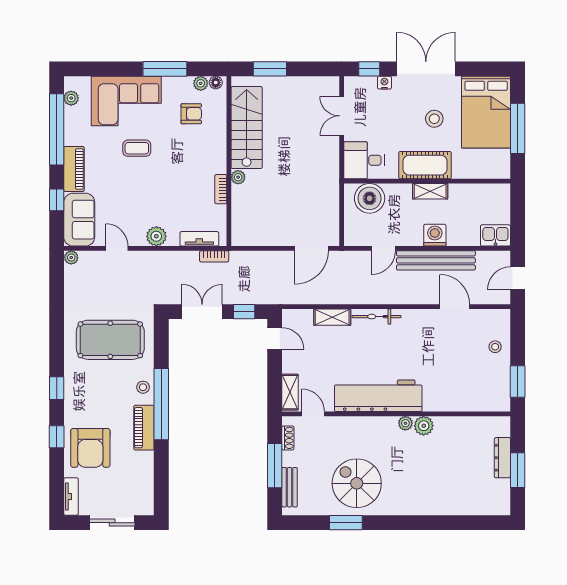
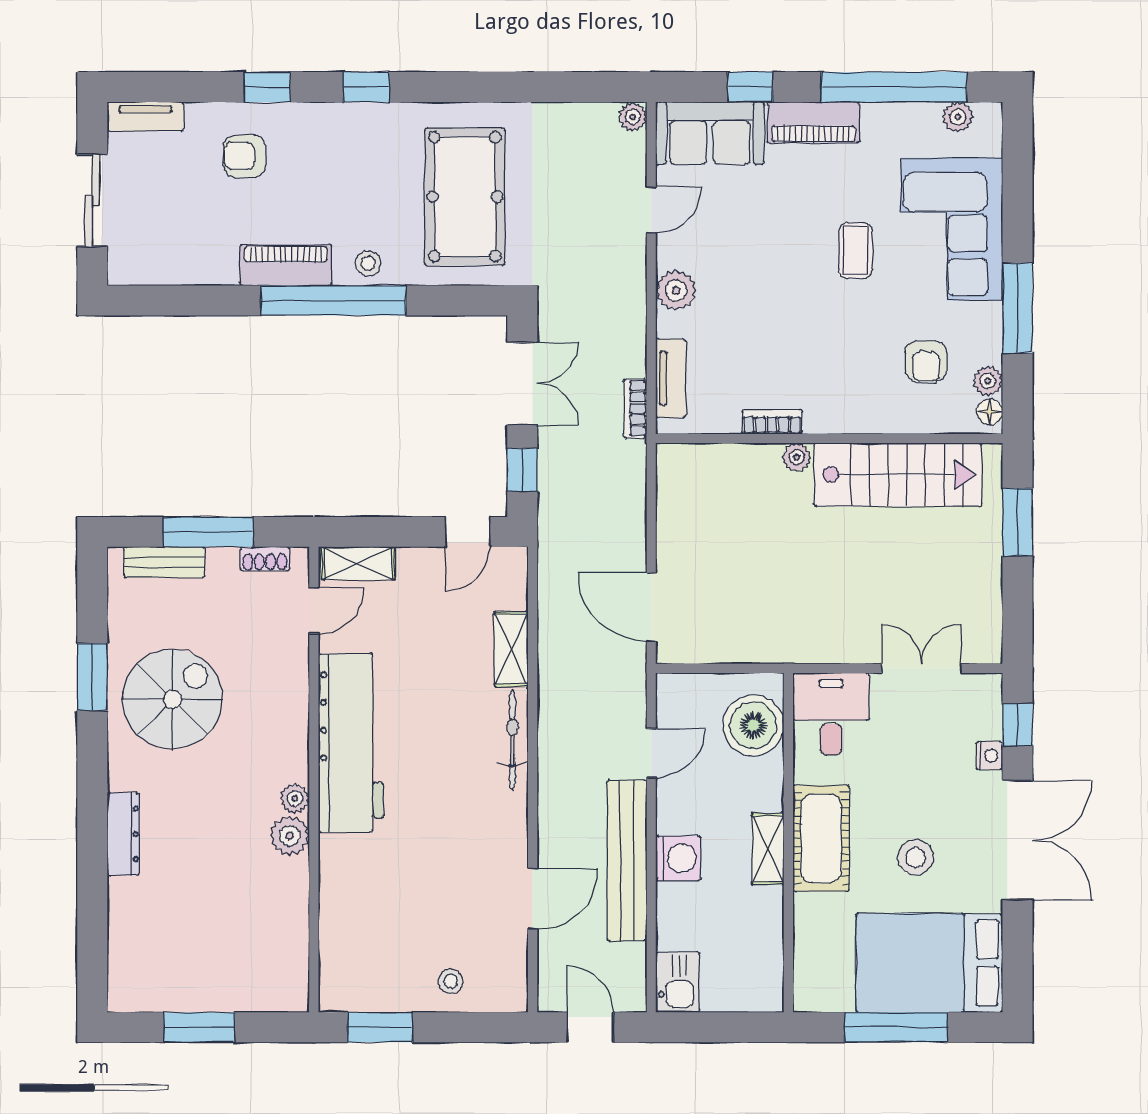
door: (383, 248) -> (651, 753), swing flipped
armchair: (90, 448) -> (245, 156), width x0.53, depth x0.53
dresser: (502, 458) -> (123, 834), moved, turned 90

